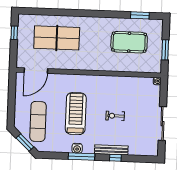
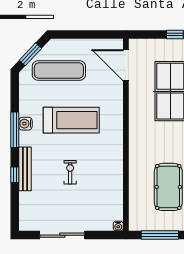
window: (165, 50) -> (160, 235), width x1.44

